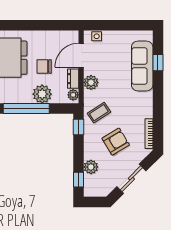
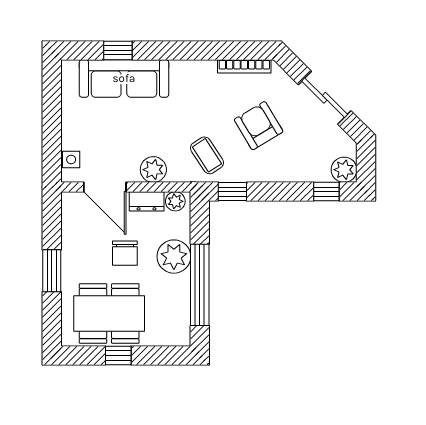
window: (34, 25) -> (52, 271), added
plant: (91, 167) -> (344, 170), moved

